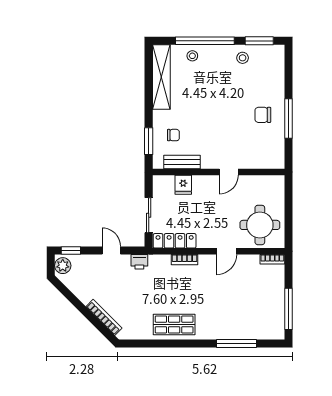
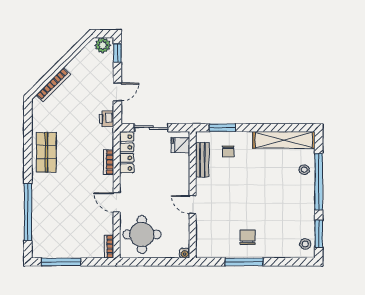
stool: (243, 58) -> (305, 244), moved
water cooler: (279, 180) -> (185, 253), added
fridge: (183, 185) -> (180, 145), moved
window: (237, 344) -> (28, 212), width x1.46

